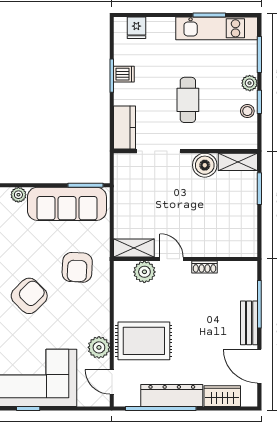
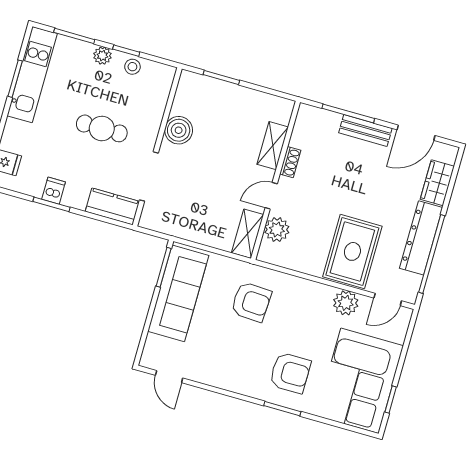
shelving: (238, 162) -> (273, 146), moved
plant: (18, 195) -> (153, 344), removed
armchair: (29, 296) -> (290, 373), moved, turned 135

